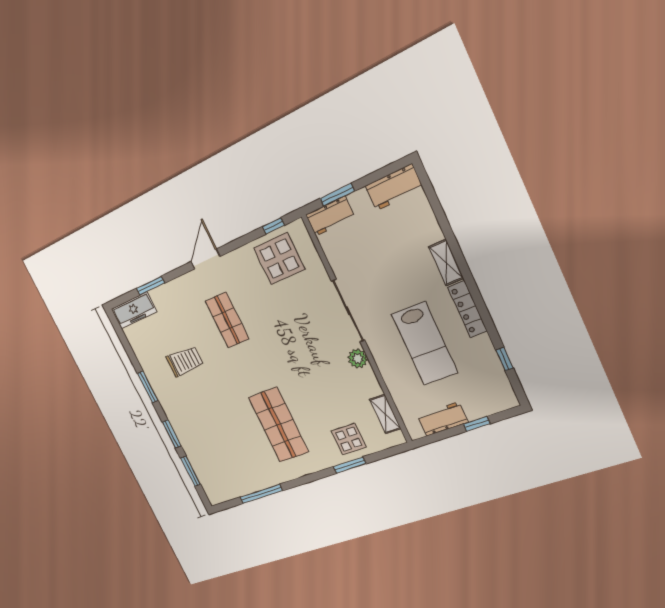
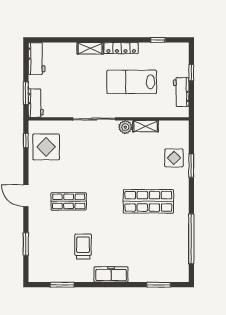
freezer: (134, 310) -> (111, 274), moved, turned -90
lab bench: (425, 344) -> (132, 82), turned 180
window: (148, 387) -> (62, 285), moved
shelving: (385, 414) -> (146, 126), moved
window: (172, 434) -> (128, 285), removed
window: (261, 494) -> (191, 239), width x1.46

